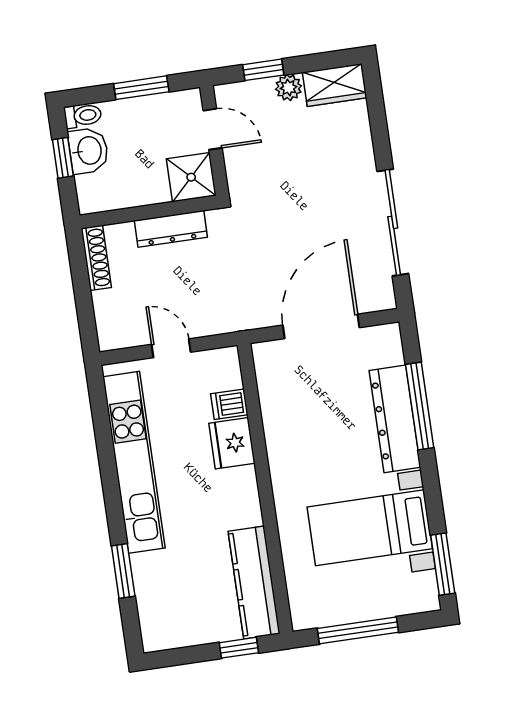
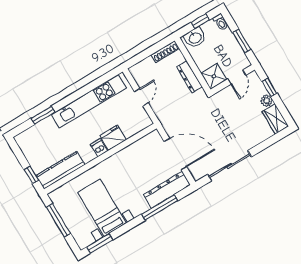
washbasin: (88, 151) -> (195, 38), moved
dishwasher: (229, 404) -> (99, 148), moved
dresser: (395, 419) -> (167, 190), moved

